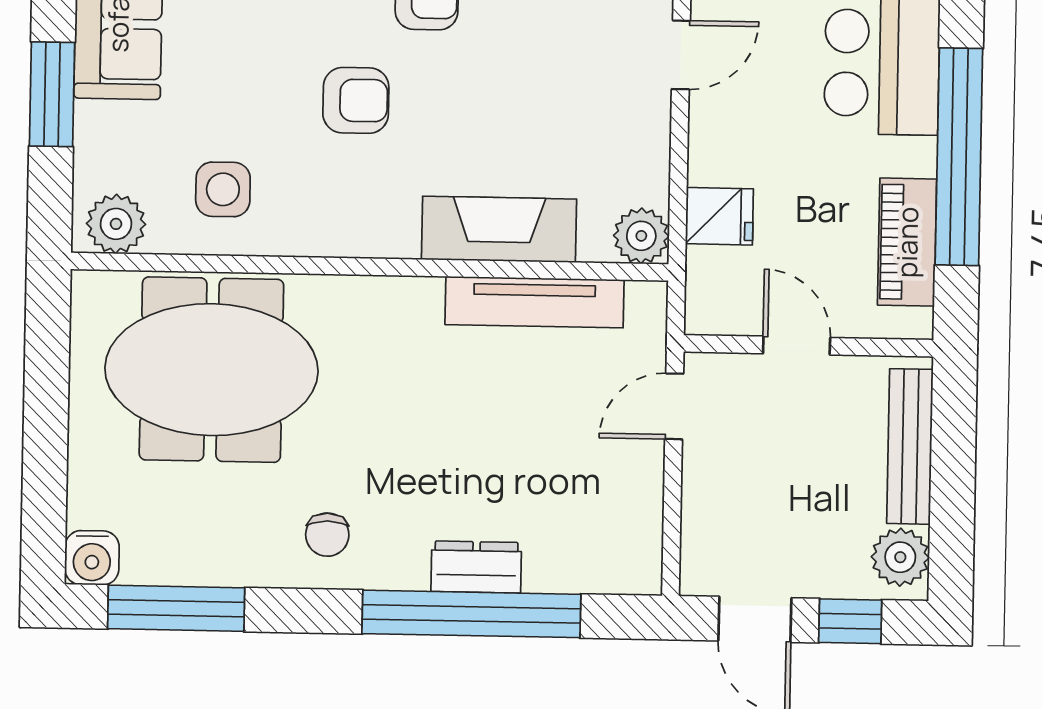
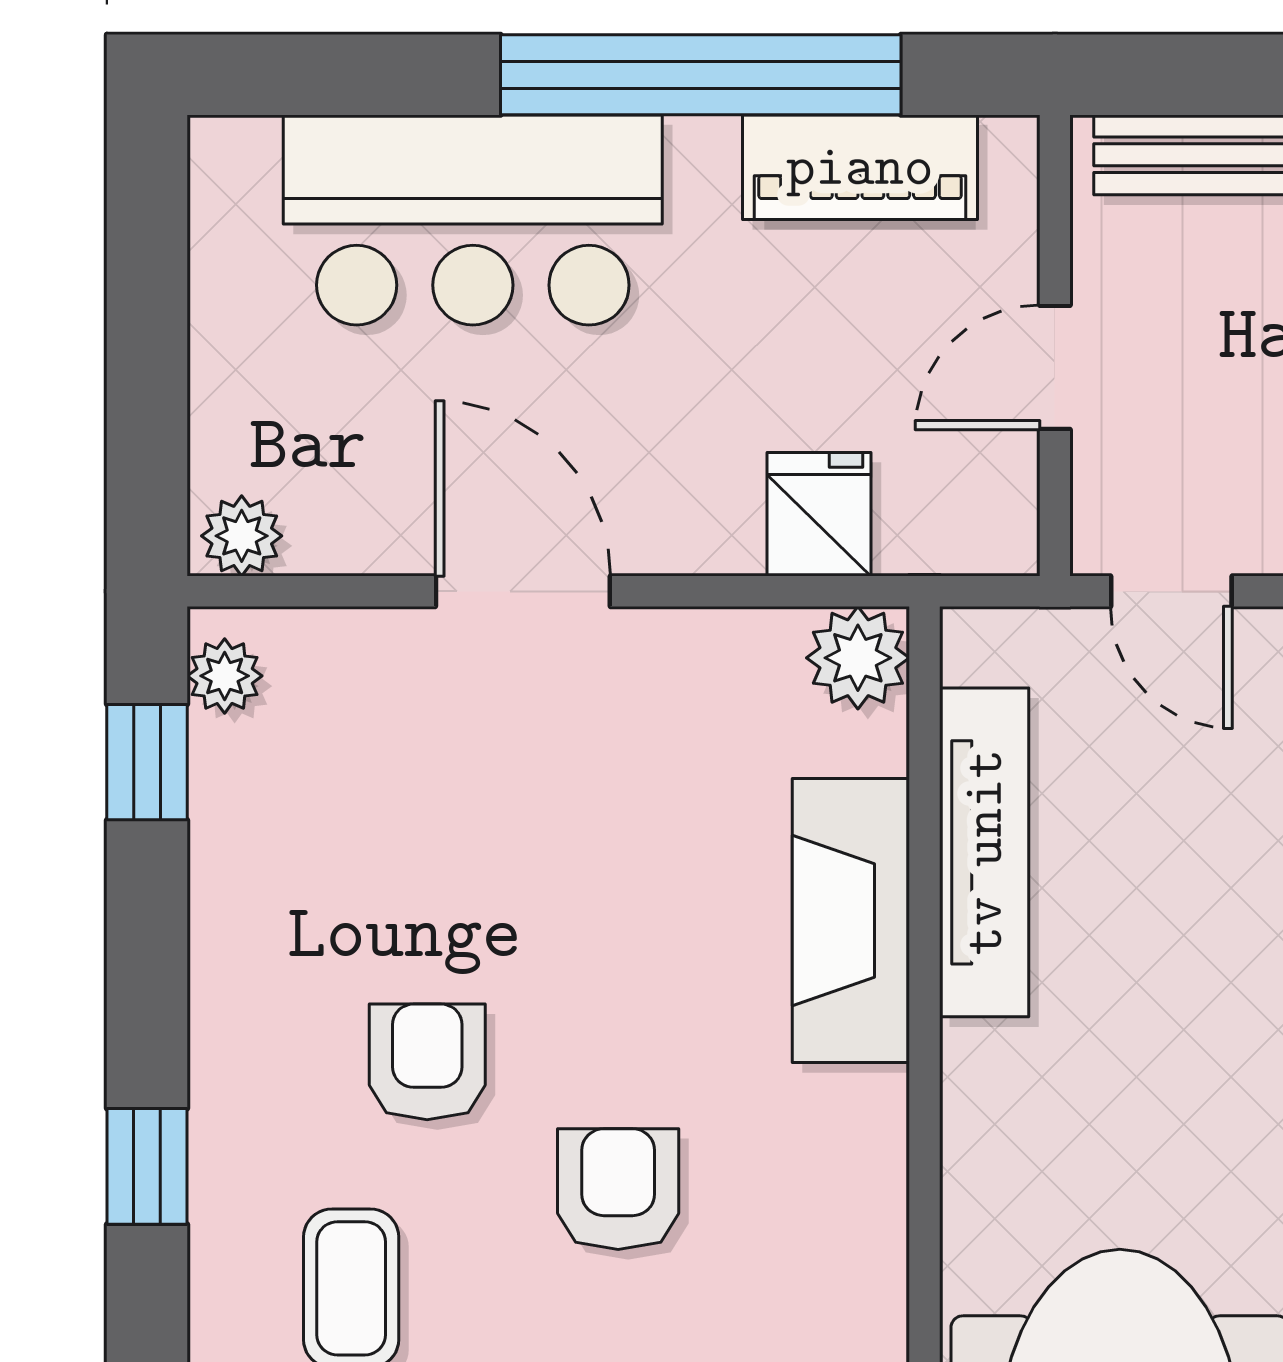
door: (681, 55) -> (523, 591), width x1.38

